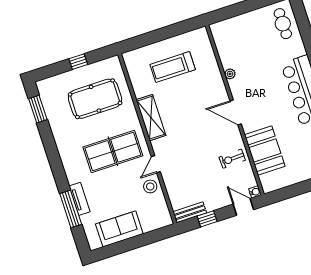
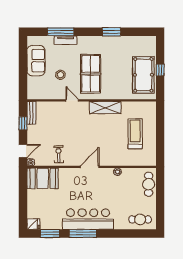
cafe table: (233, 28) -> (149, 184), added
pool table: (95, 99) -> (143, 75), moved
window: (38, 109) -> (111, 32), moved
booth: (265, 150) -> (43, 178), moved
stool: (150, 186) -> (60, 75), moved

